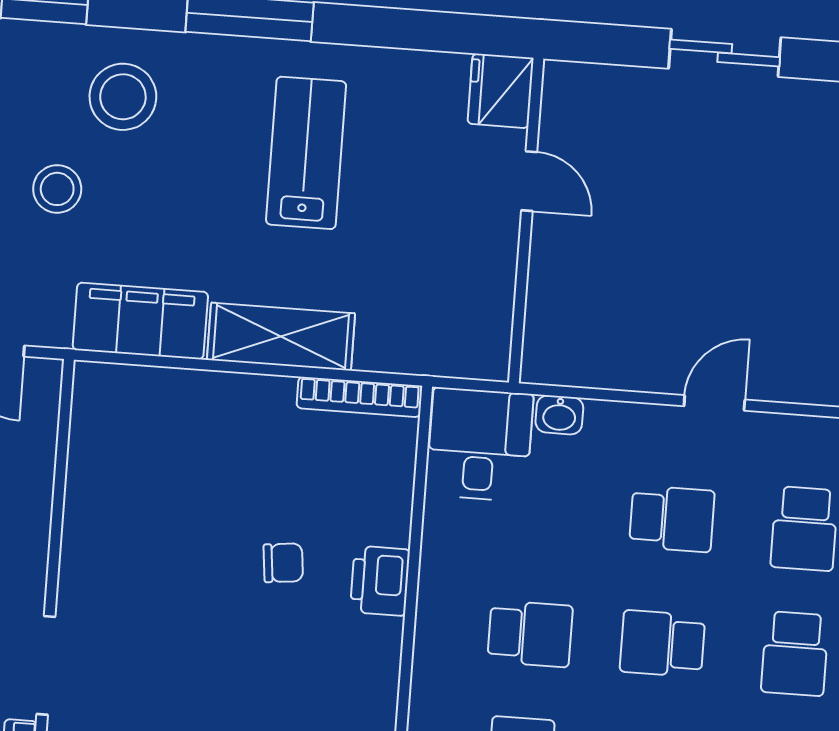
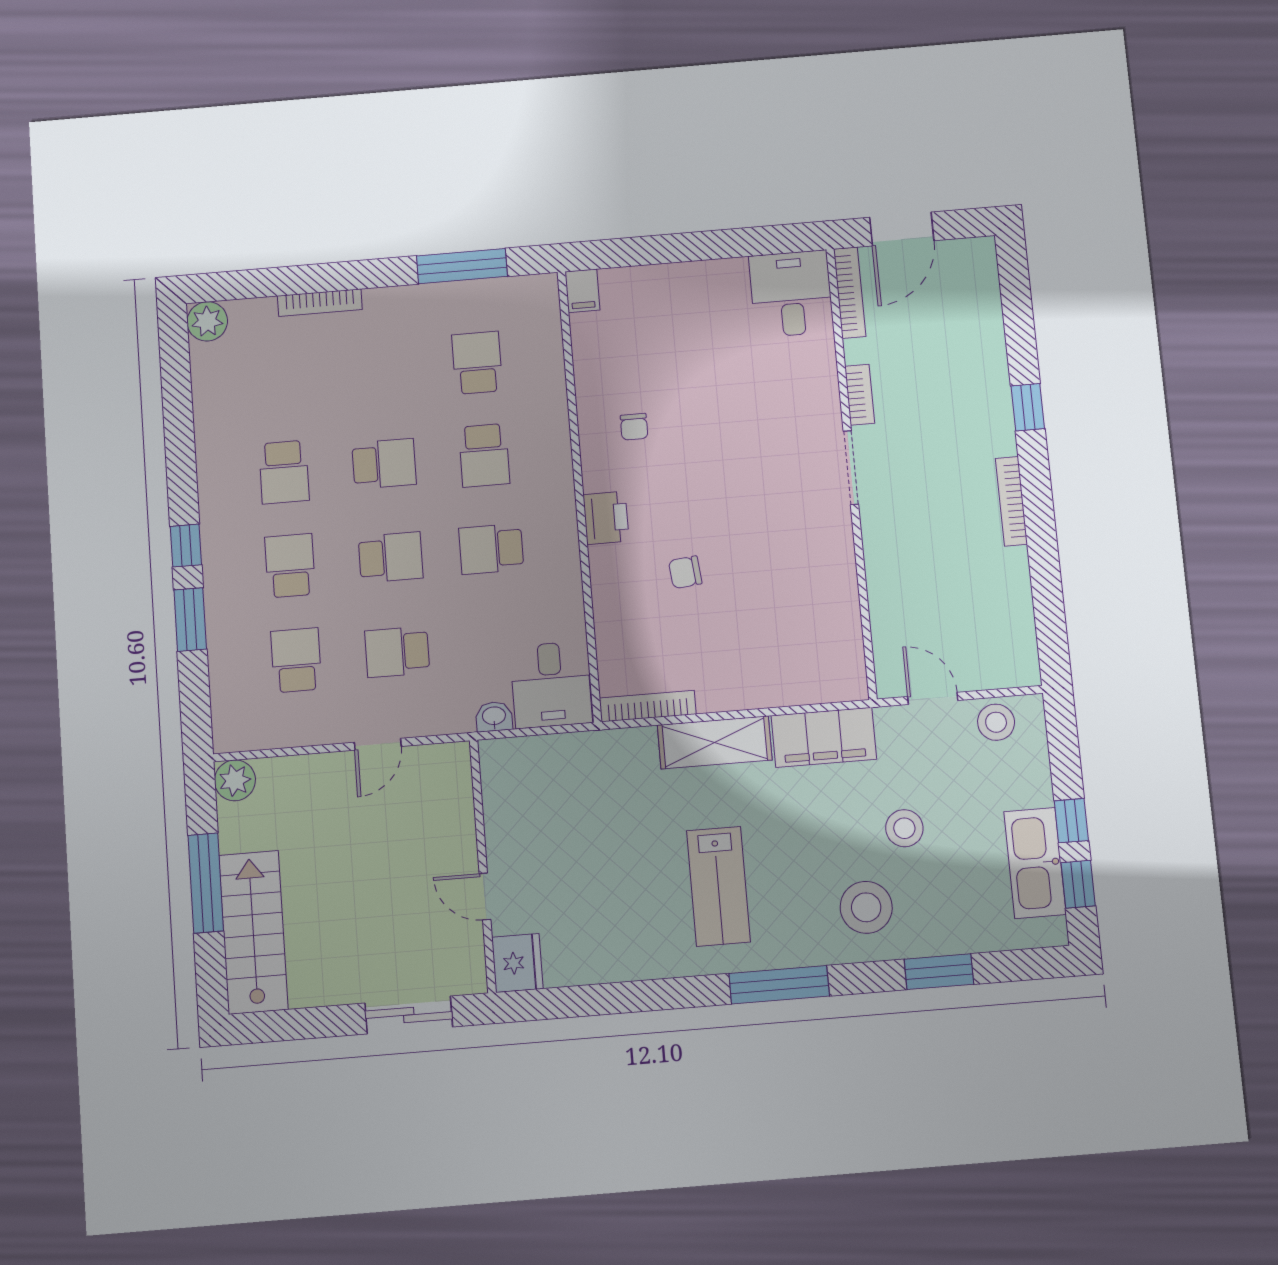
fridge: (501, 91) -> (517, 963), moved
door: (529, 181) -> (485, 897), moved
wall: (526, 221) -> (483, 866), moved
printer: (380, 581) -> (606, 518), moved

